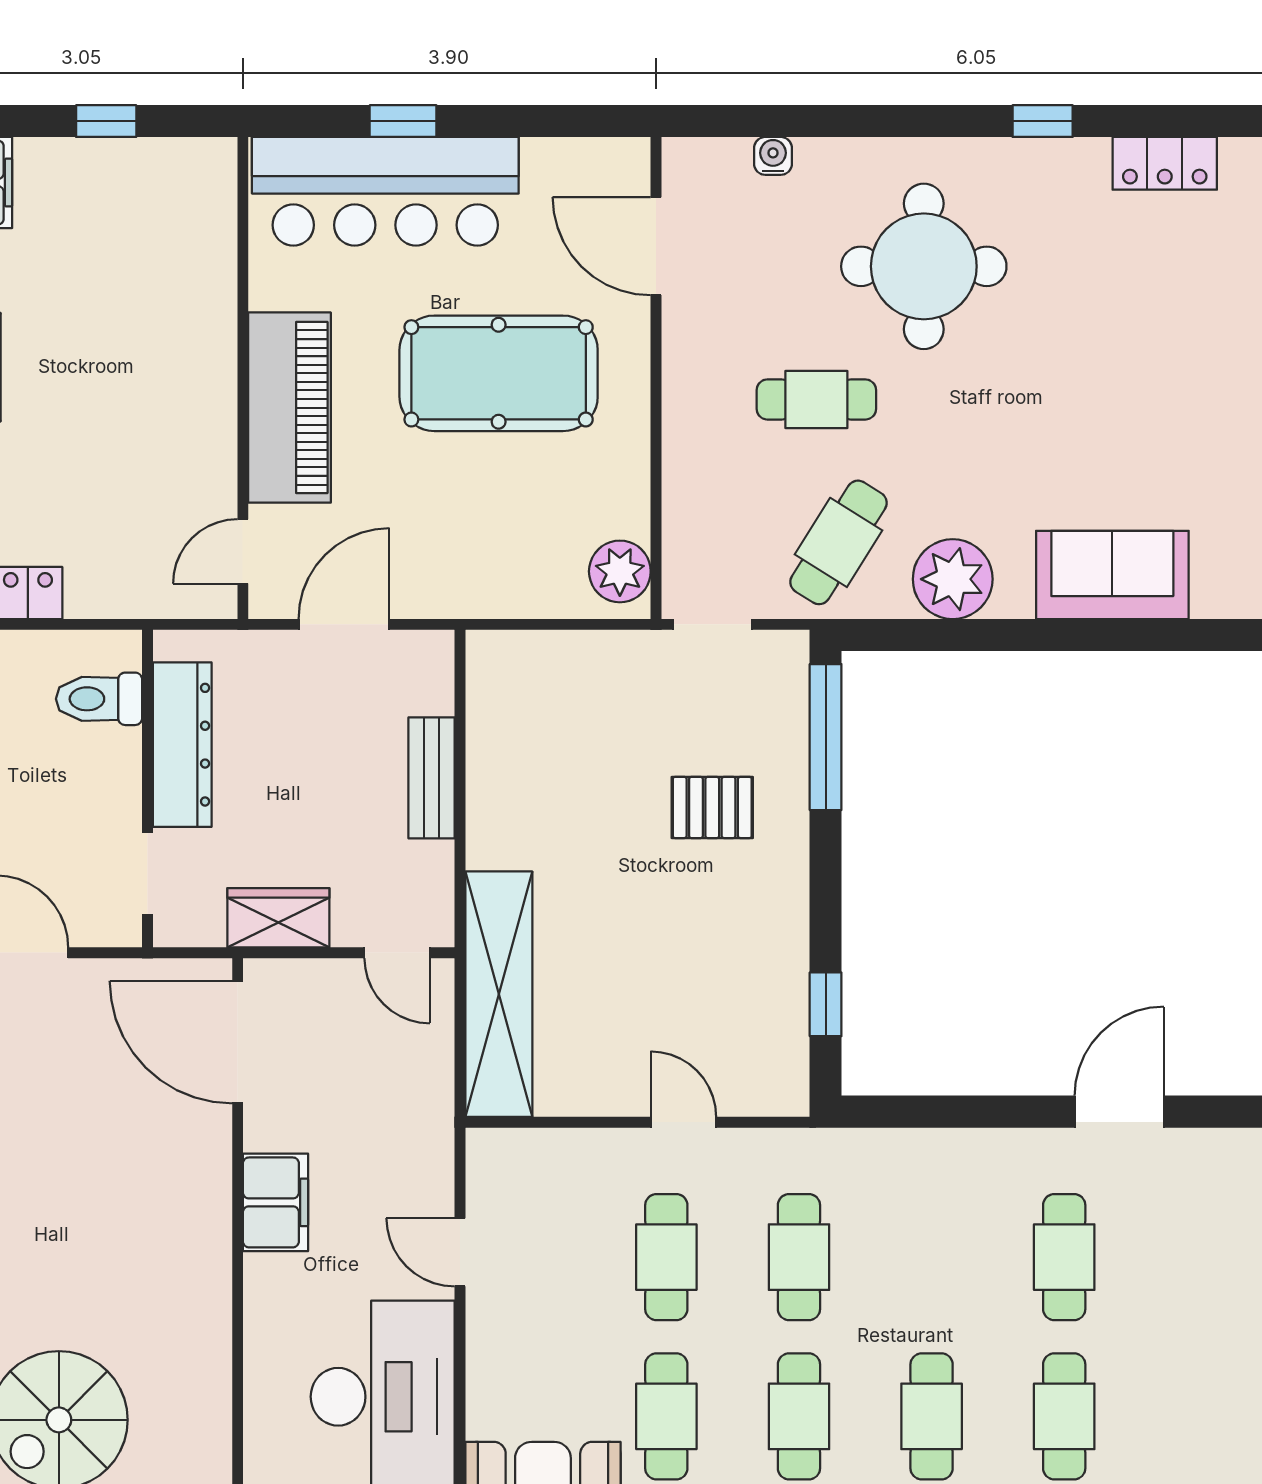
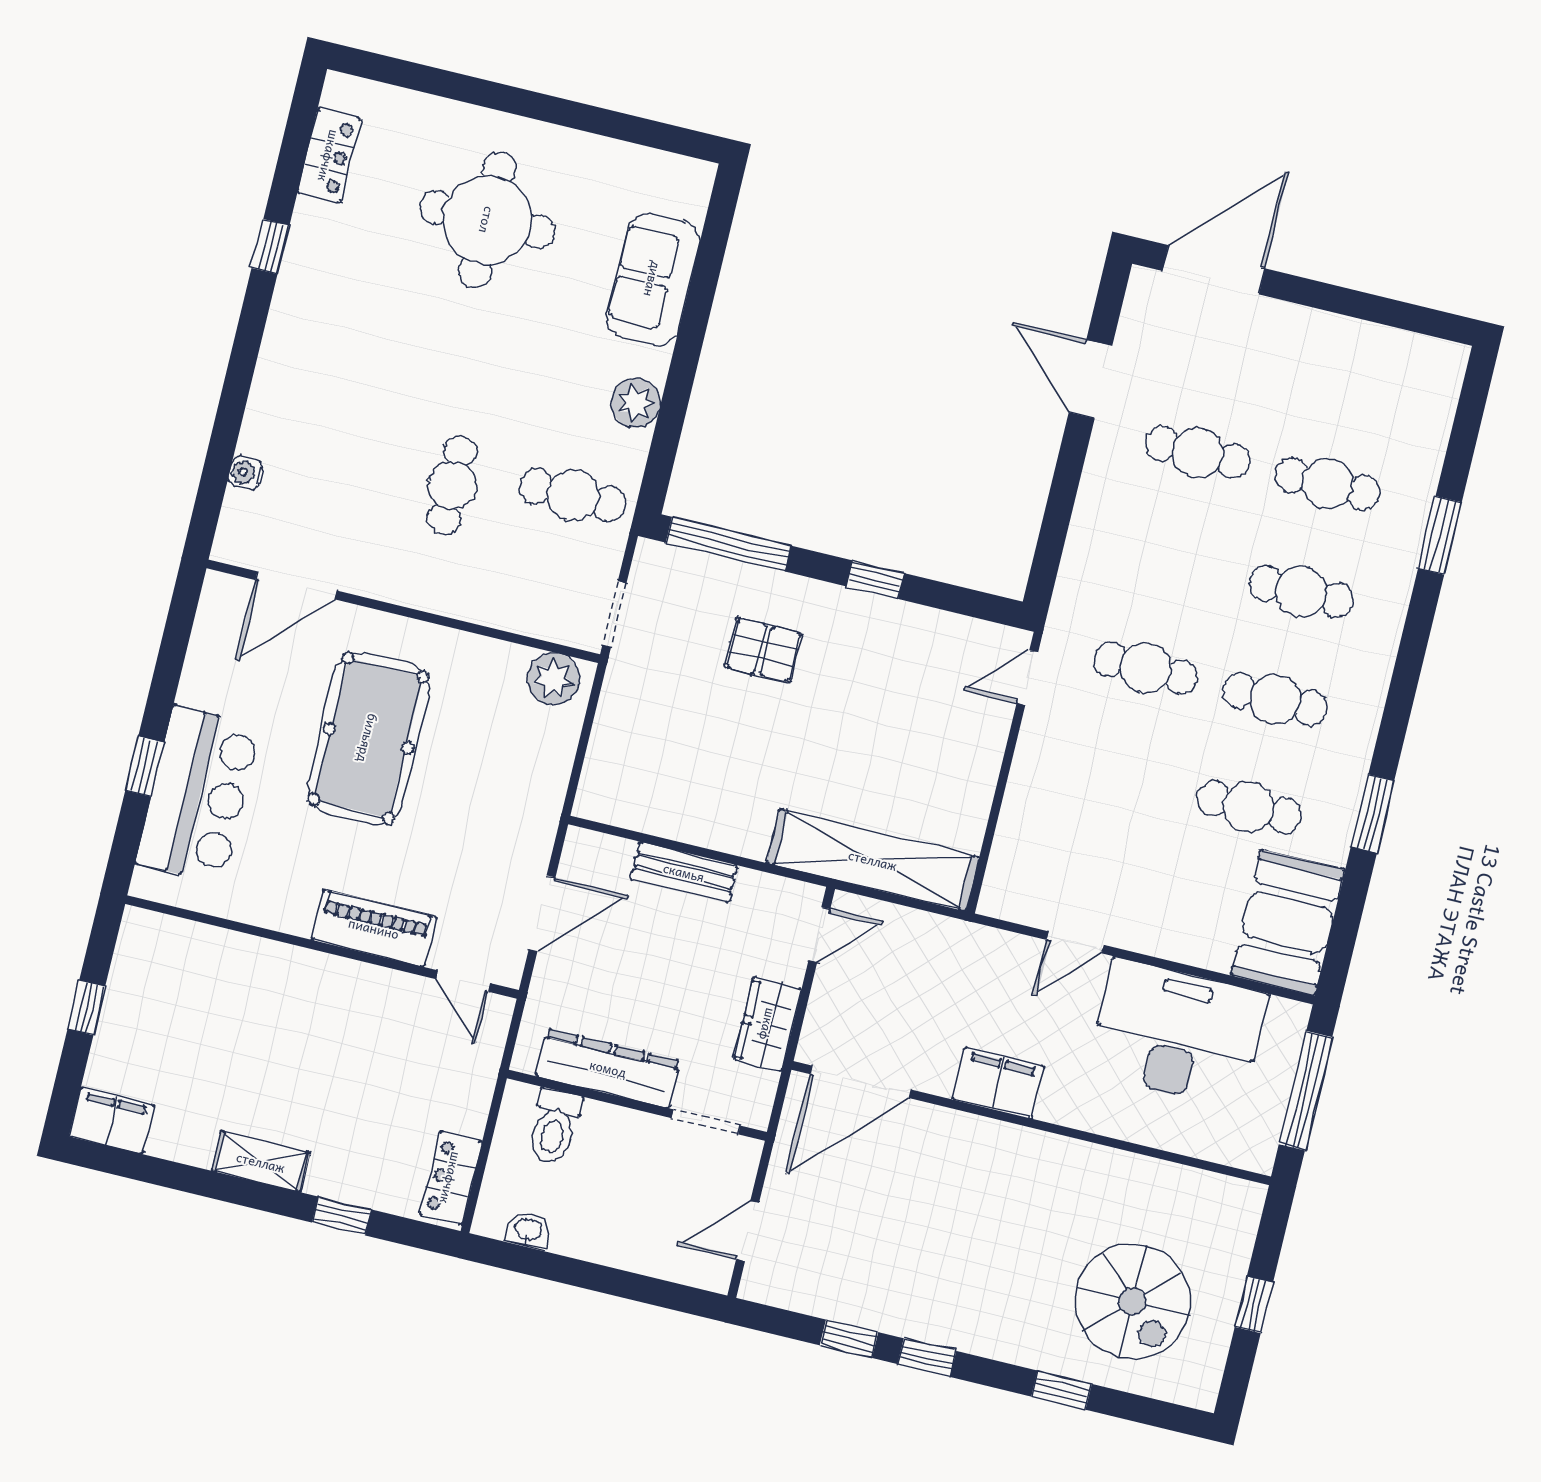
bar counter: (385, 191) -> (198, 795), width x0.73
round table: (924, 266) -> (487, 220), moved
piano: (289, 408) -> (374, 928), width x0.73, depth x0.75
cafe table: (838, 542) -> (573, 495), turned -32
plant: (953, 579) -> (636, 403), width x0.73, depth x0.73
door: (344, 624) -> (542, 913), swing flipped
pallet: (712, 807) -> (763, 650), turned 90
window: (826, 1004) -> (875, 580), moved
door: (683, 1122) -> (1027, 678), moved
cafe table: (666, 1257) -> (1120, 776), removed

